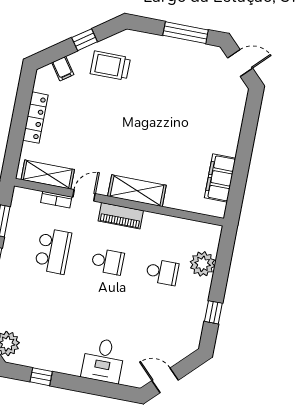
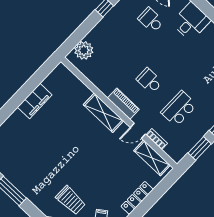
filing cabinet: (220, 178) -> (35, 101), moved
plant: (203, 264) -> (84, 50), moved
school desk: (162, 272) -> (151, 20), moved

